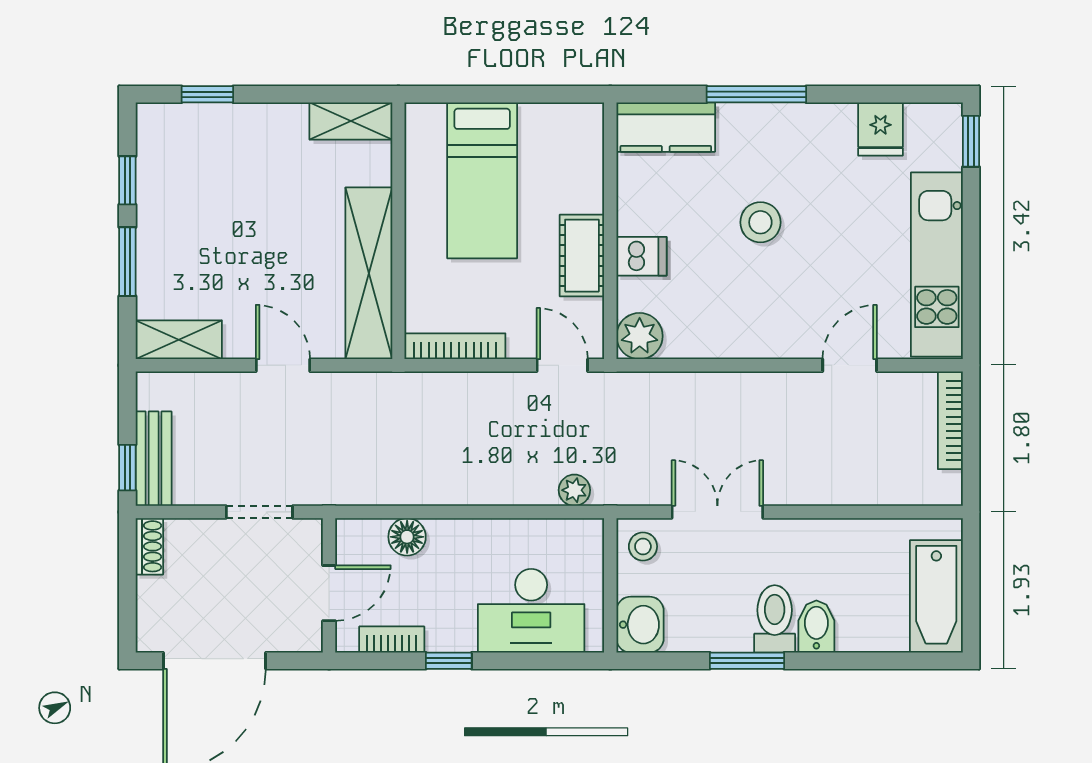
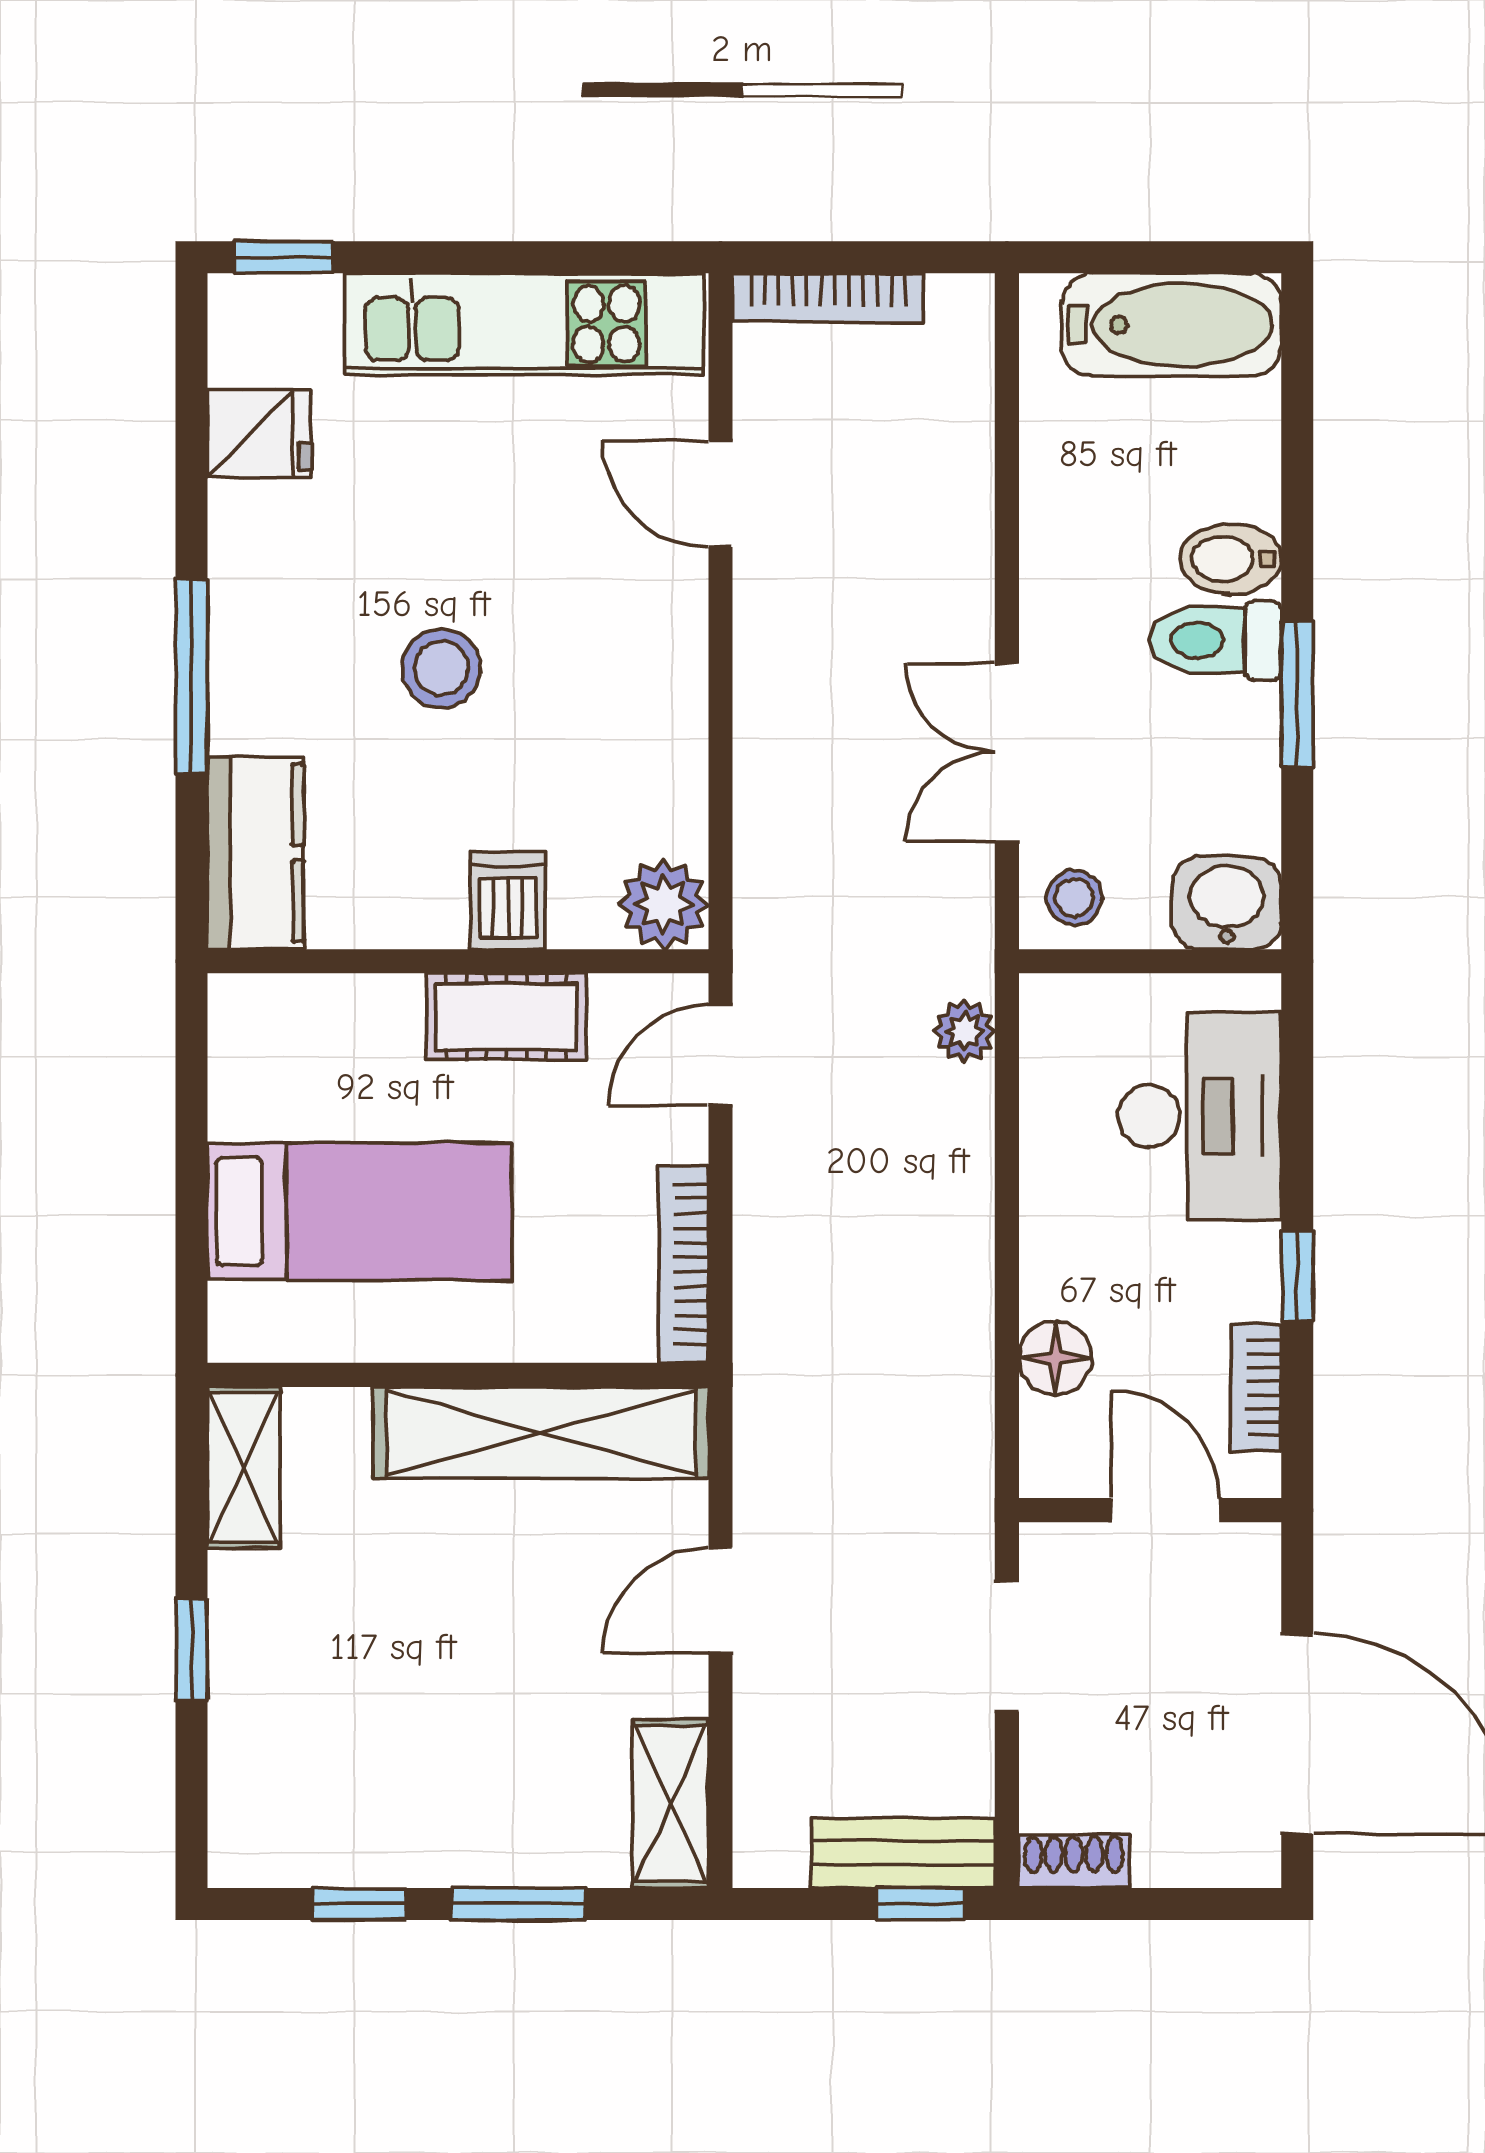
window: (207, 94) -> (191, 1650), moved

